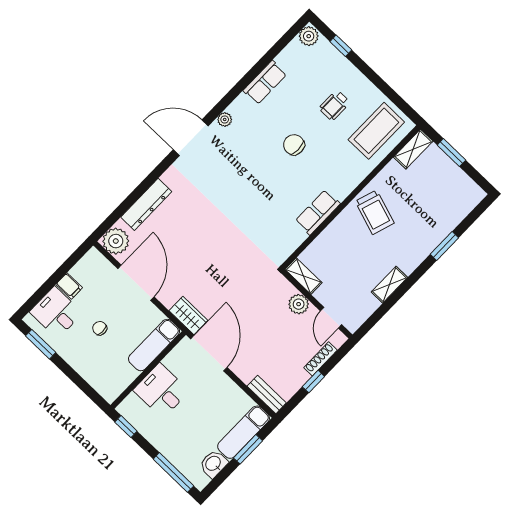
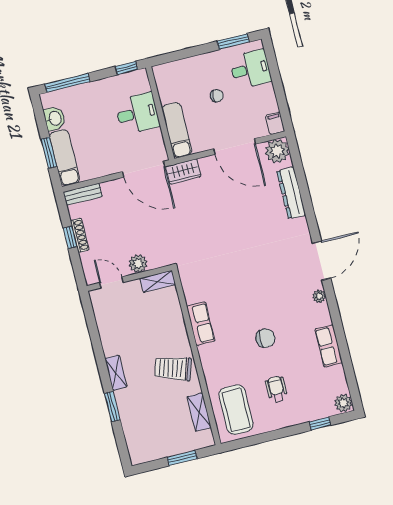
shelving: (413, 149) -> (199, 412), moved
shelving: (389, 285) -> (116, 373), moved
filing cabinet: (69, 286) -> (275, 123), moved, turned 90
shoe rack: (320, 359) -> (80, 235), moved

